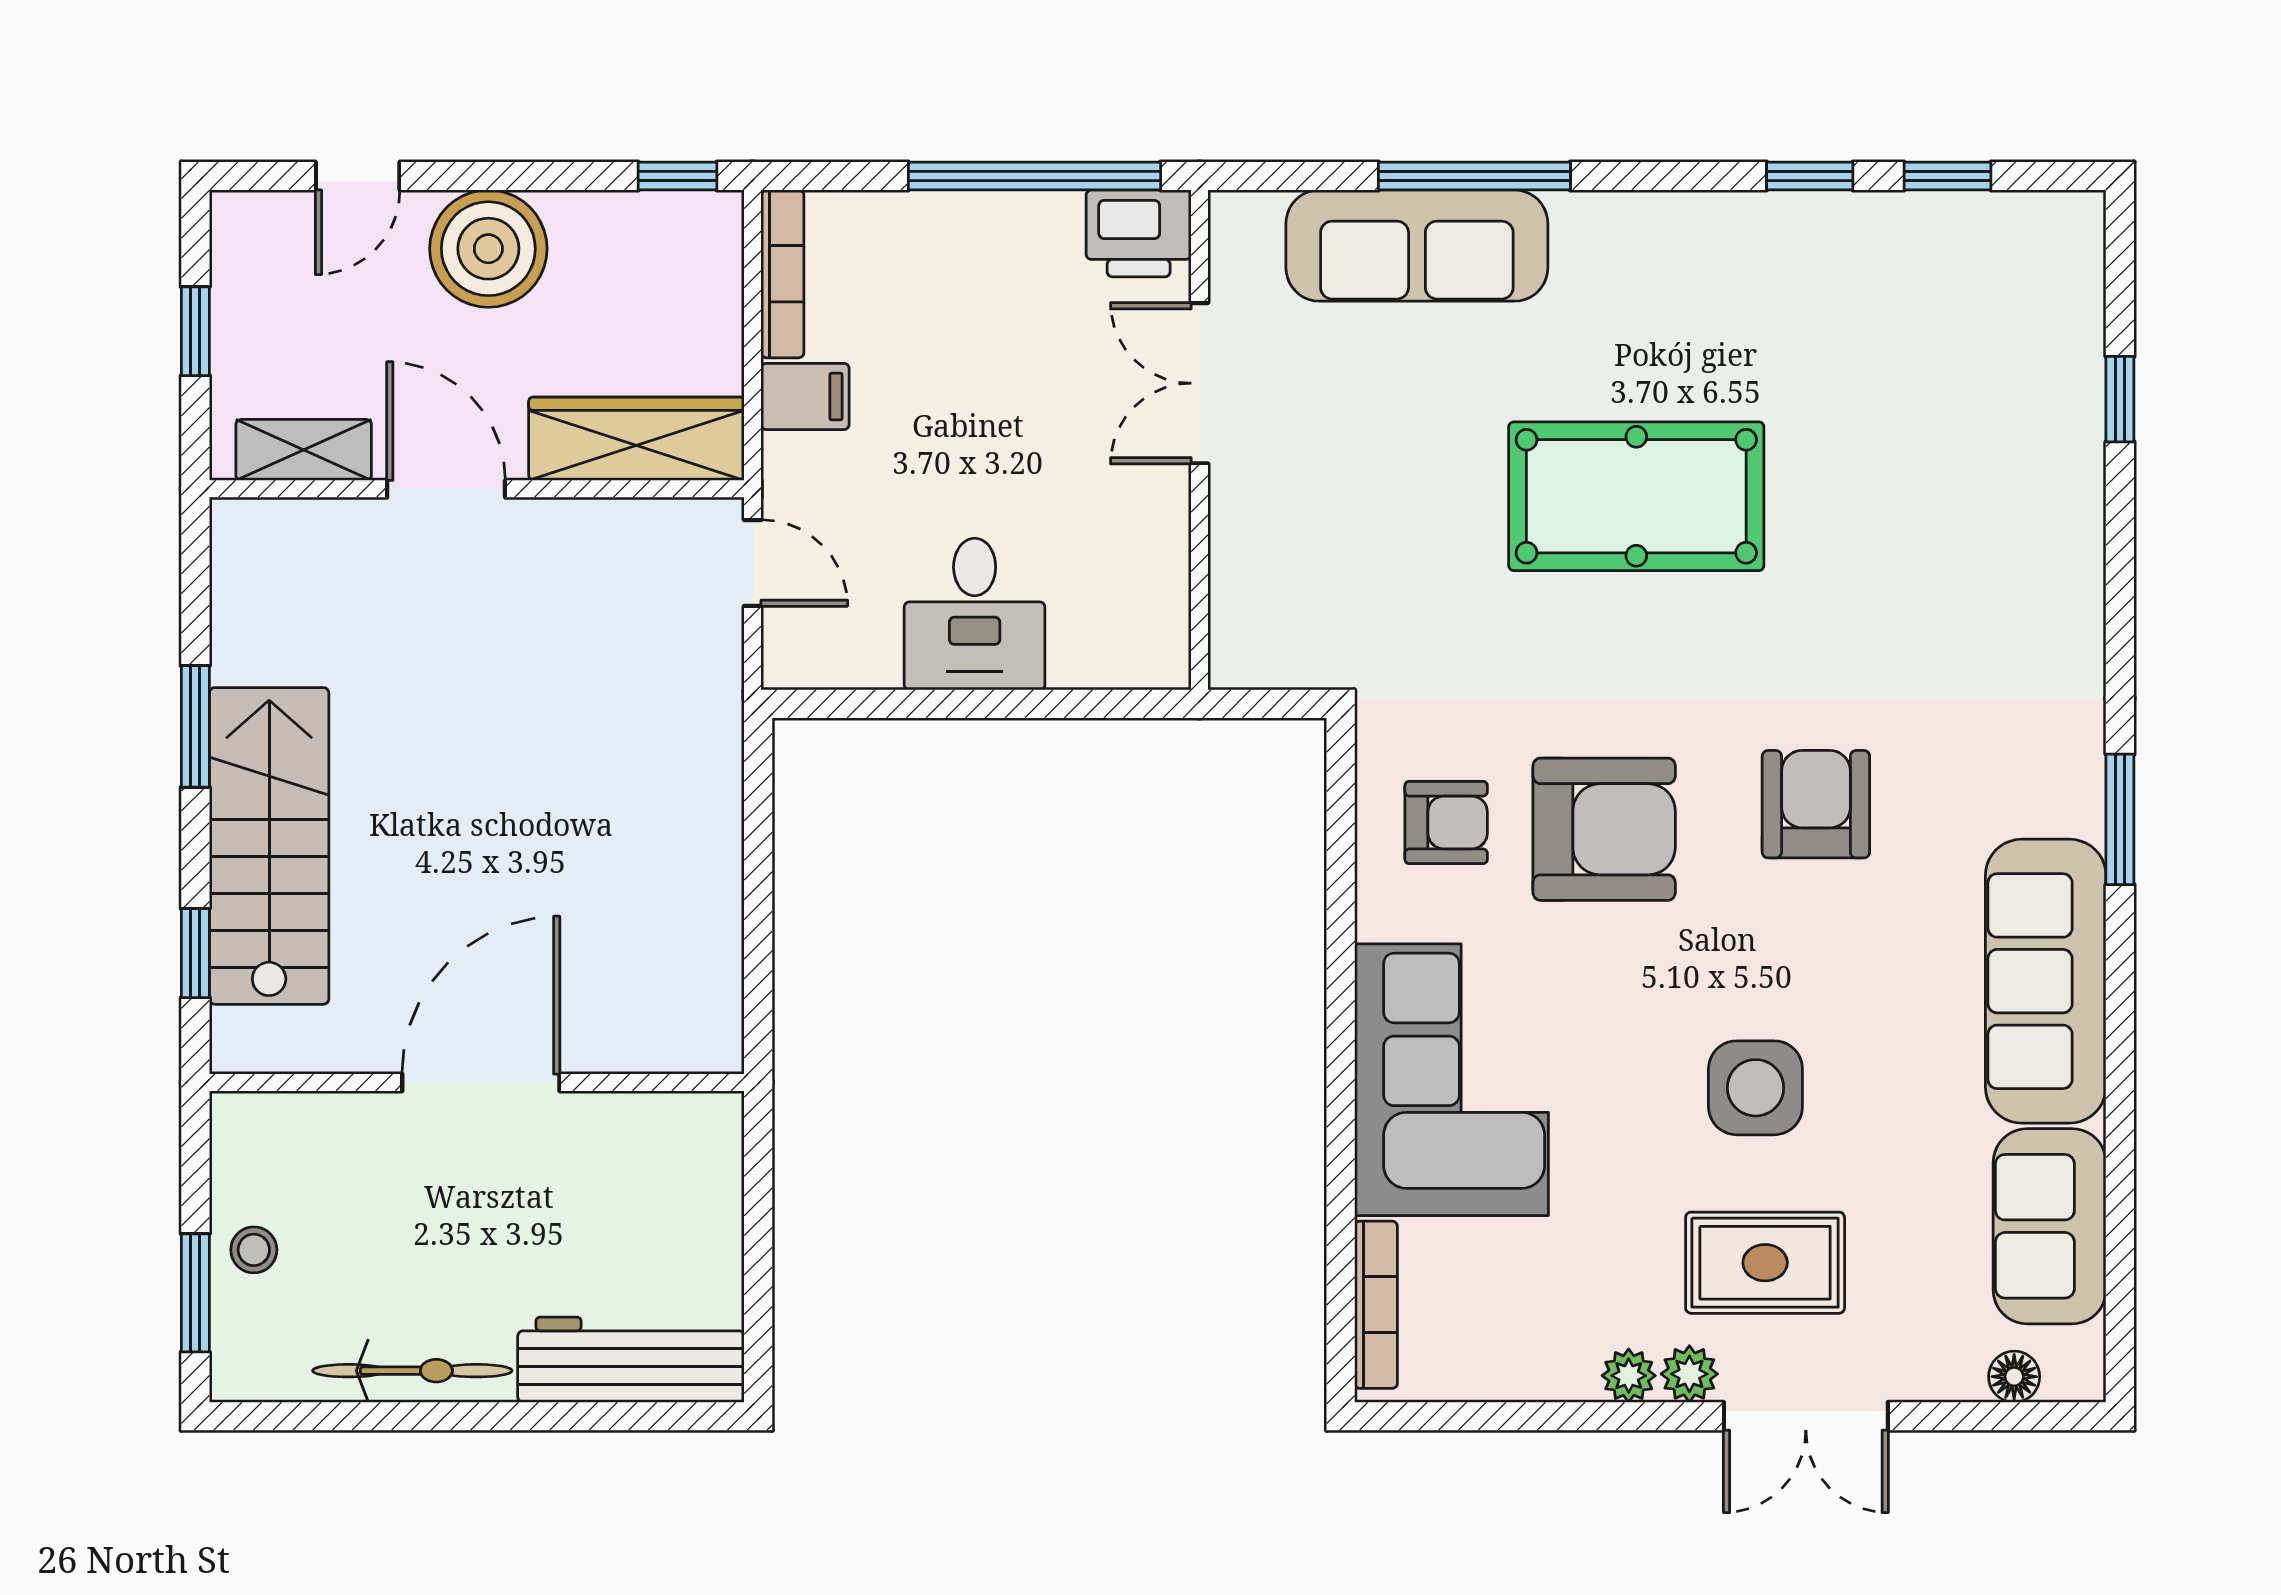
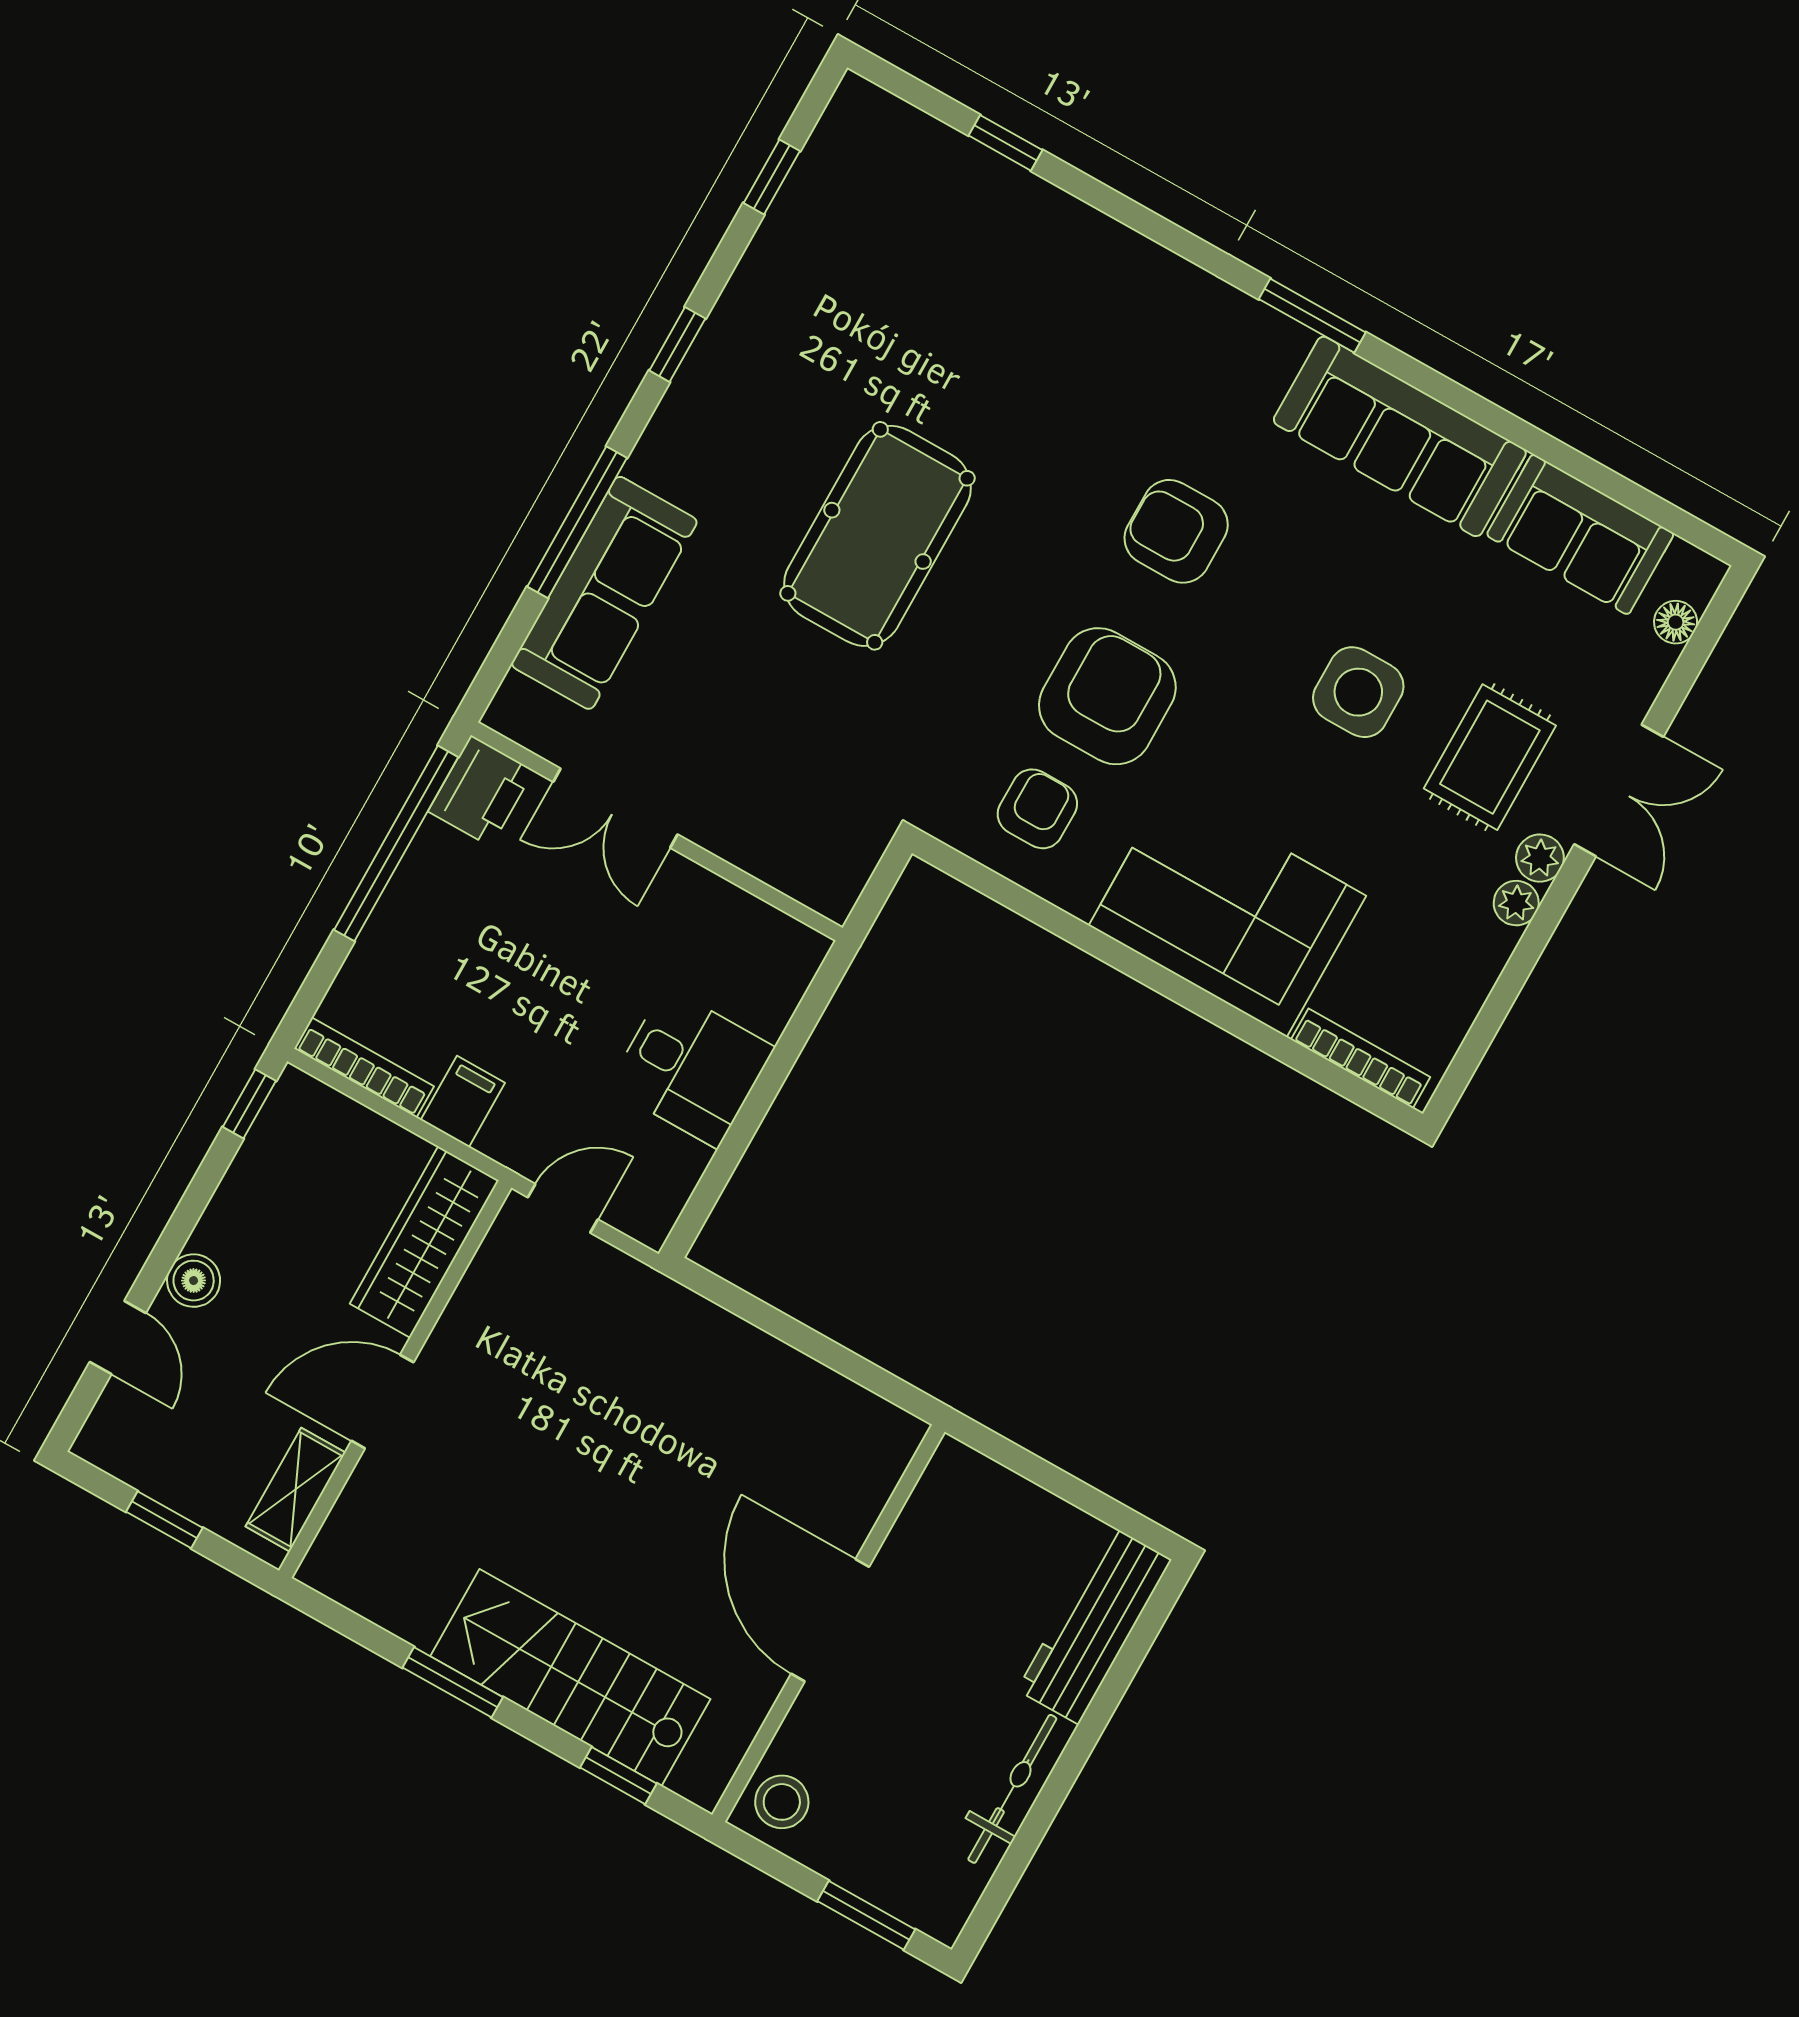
window: (1810, 176) -> (677, 345), moved
boiler: (488, 249) -> (194, 1281), width x0.54, depth x0.54
stool: (254, 1250) -> (782, 1802), moved, width x1.37, depth x1.37

